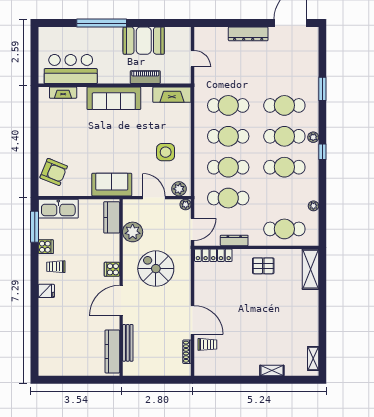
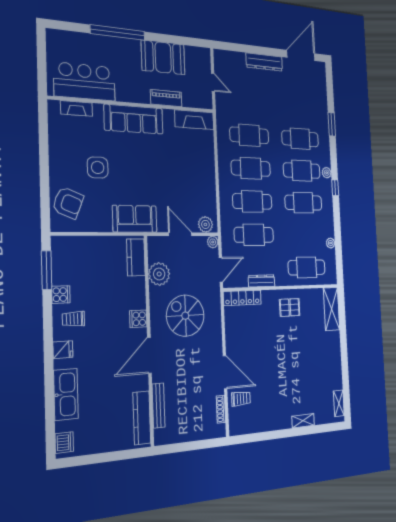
side table: (166, 152) -> (98, 167), moved
kitchen sink: (58, 209) -> (66, 394), moved, turned -90
dishwasher: (46, 364) -> (64, 443), added

